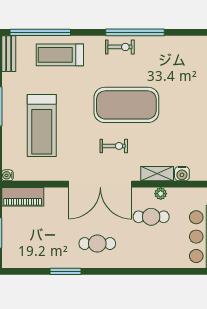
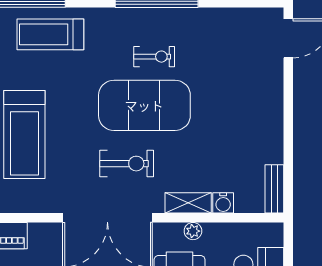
exercise bike: (120, 47) -> (154, 57), moved
exercise bike: (114, 146) -> (127, 164), width x1.38, depth x1.39

